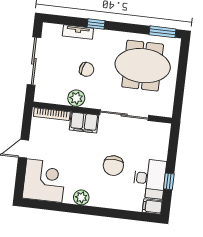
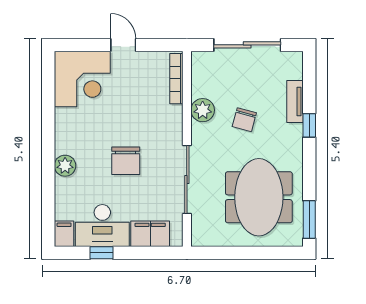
filing cabinet: (84, 122) -> (150, 234), moved, turned 90
chair: (113, 166) -> (126, 161), moved, turned -90
plant: (81, 197) -> (65, 166), moved

